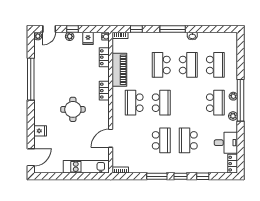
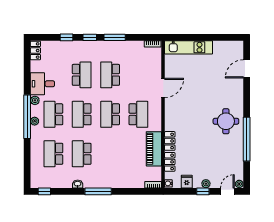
window: (136, 29) -> (44, 191), moved
school desk: (161, 65) -> (82, 114), moved, turned 180
locker: (104, 91) -> (170, 141), moved
round table: (73, 109) -> (226, 121), moved
fridge: (40, 131) -> (237, 85), removed
door: (111, 138) -> (163, 88), moved
desk: (226, 143) -> (42, 84), moved
door: (31, 157) -> (247, 69), moved

